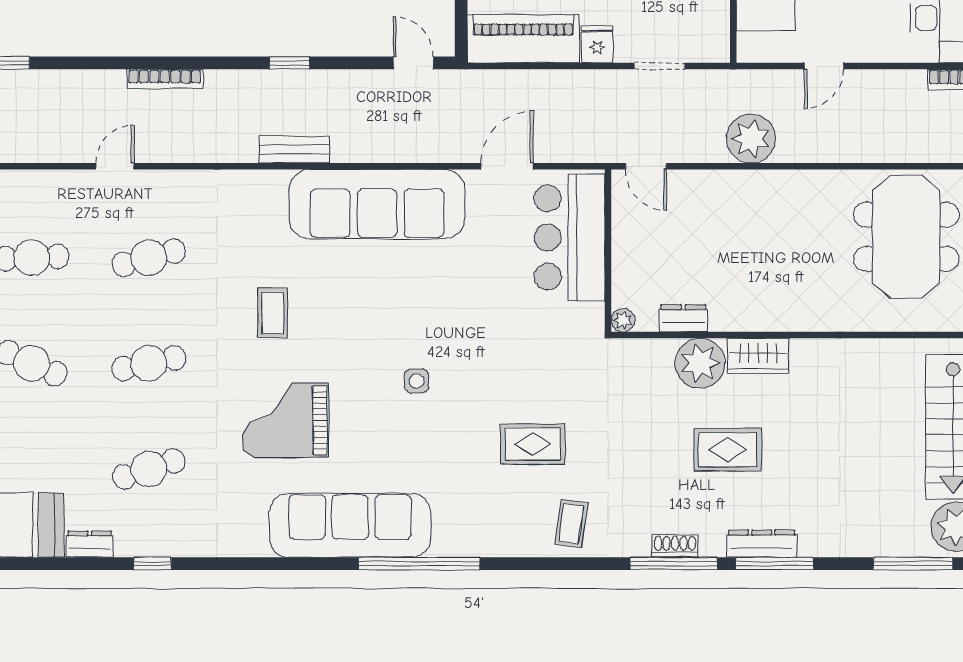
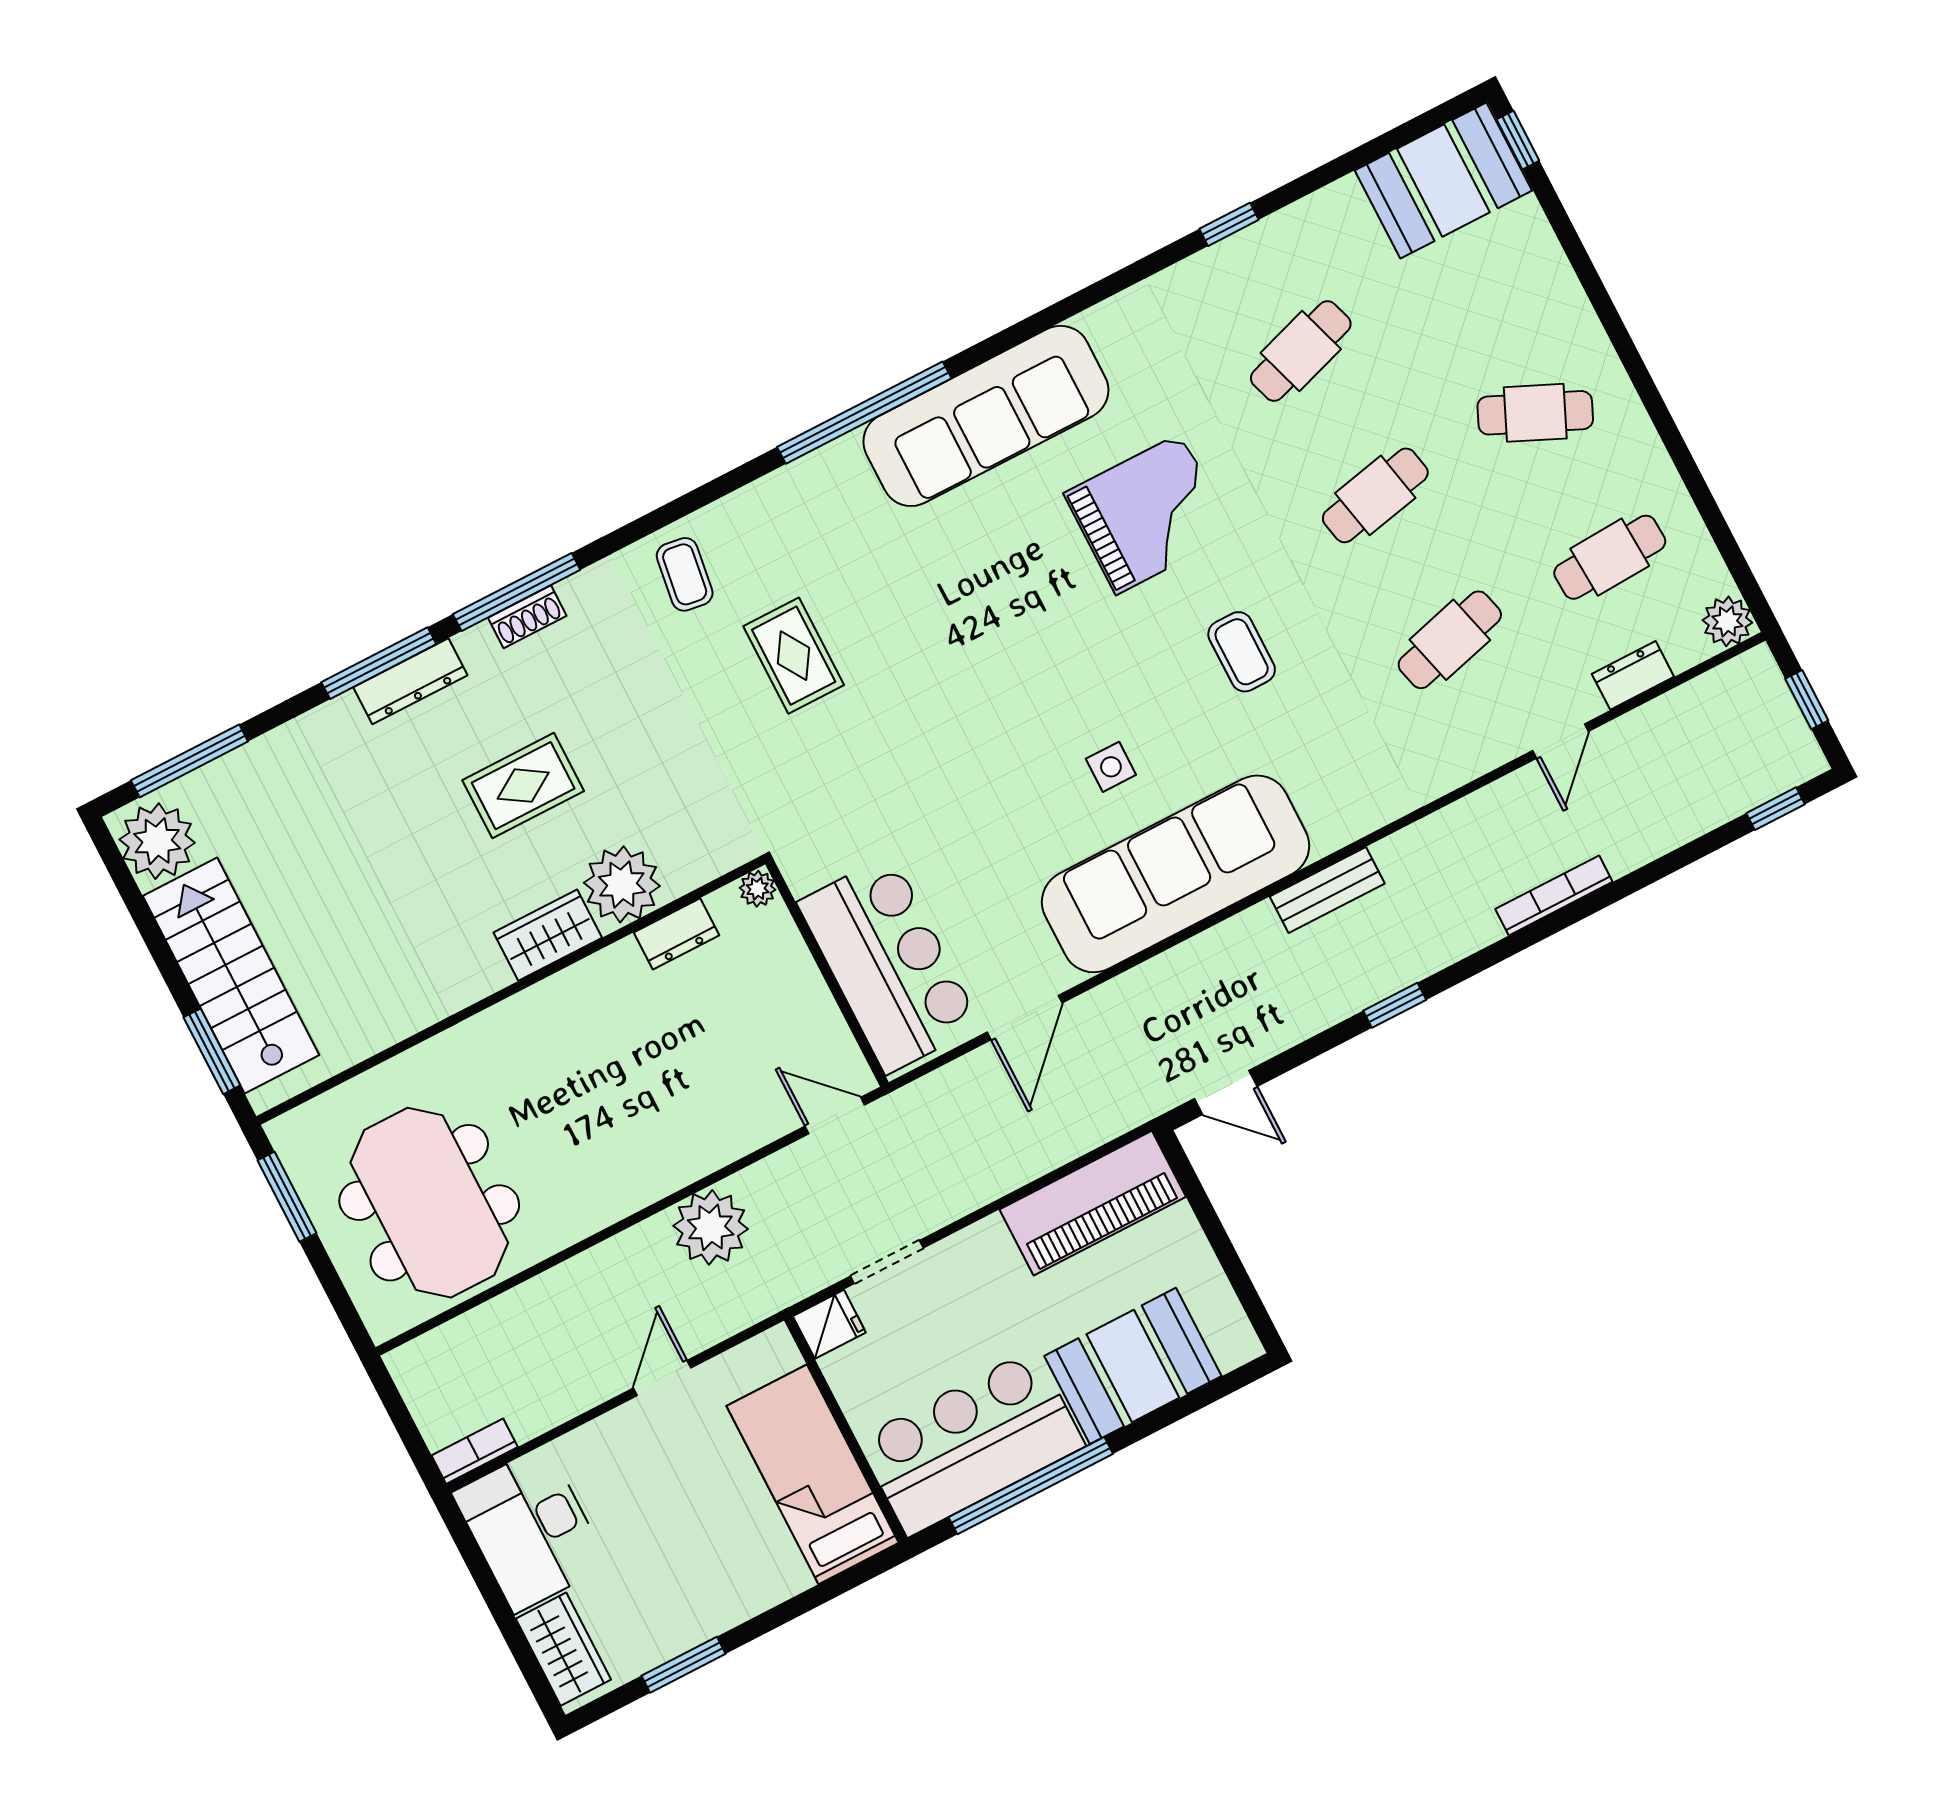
fridge: (597, 44) -> (829, 1324), moved, turned -90
side table: (417, 381) -> (1111, 767), moved
rug: (533, 444) -> (794, 656), turned 90
dresser: (90, 544) -> (1633, 675), moved, turned 180

